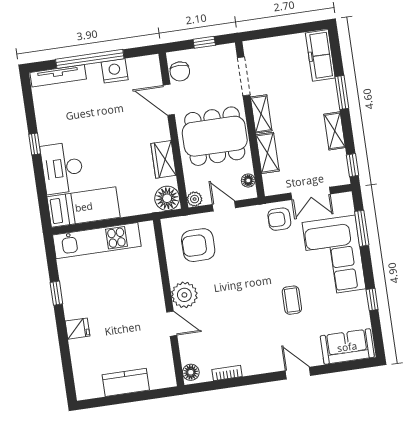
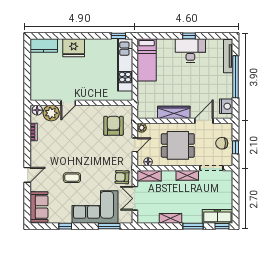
nightstand: (115, 71) -> (226, 106), moved
chair: (180, 71) -> (222, 143), moved
dining table: (215, 136) -> (178, 145), width x0.73
shelving: (267, 153) -> (149, 176), moved
wardrobe: (163, 159) -> (174, 112), width x1.50
window: (352, 165) -> (222, 226), moved
desk: (62, 168) -> (190, 50), moved
floor lamp: (167, 198) -> (144, 111), removed
armchair: (279, 219) -> (122, 177), turned -87
window: (56, 293) -> (118, 36), moved
plant: (184, 295) -> (51, 113), moved
fridge: (77, 329) -> (74, 48), width x1.88, depth x1.34
kitchen counter: (126, 382) -> (44, 45), moved, turned 90

